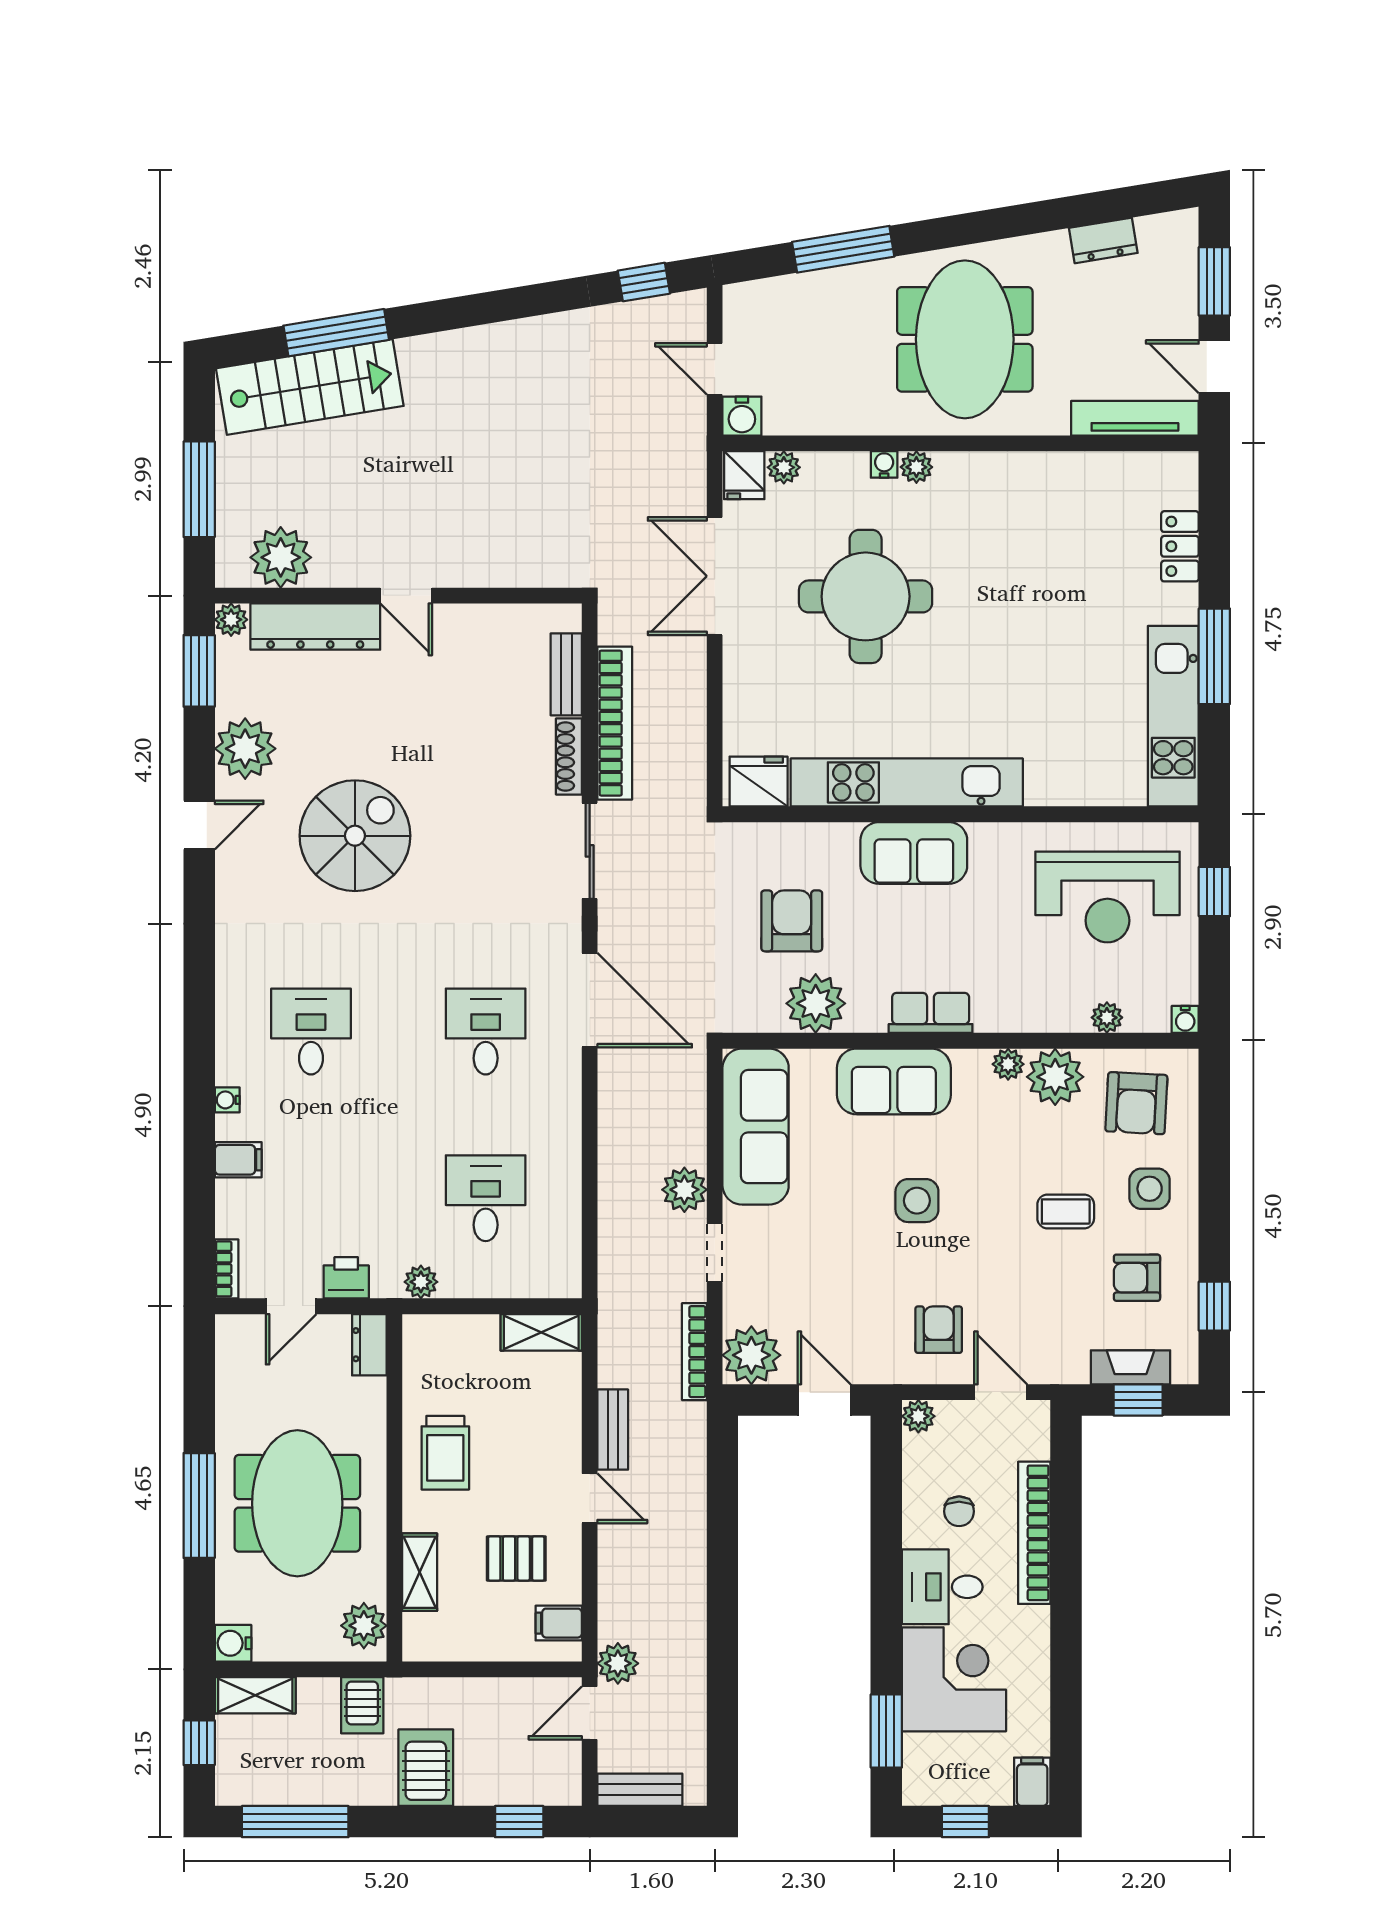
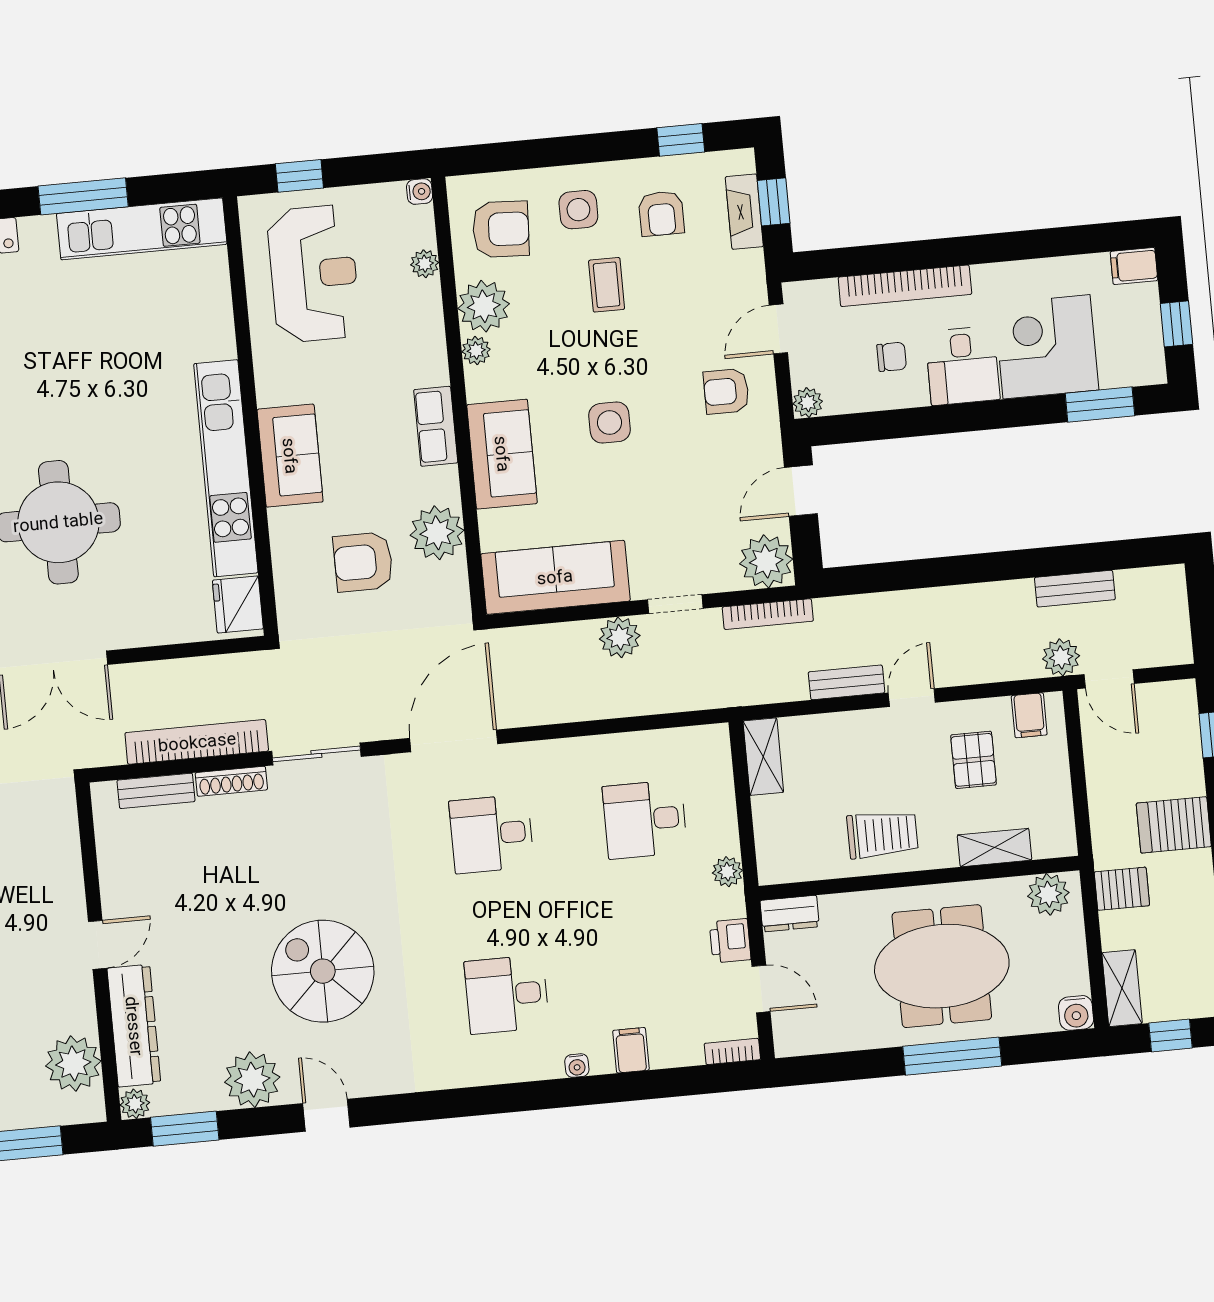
bench: (640, 1790) -> (1075, 589), moved, turned 90

